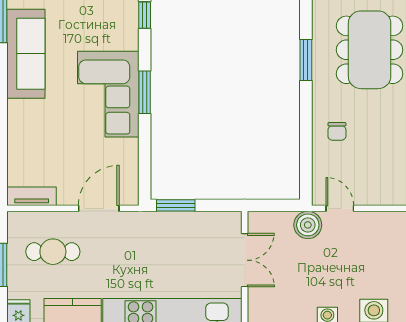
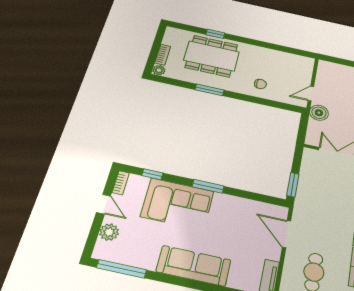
sofa: (26, 54) -> (194, 266), moved
corner sofa: (108, 94) -> (177, 204), moved

